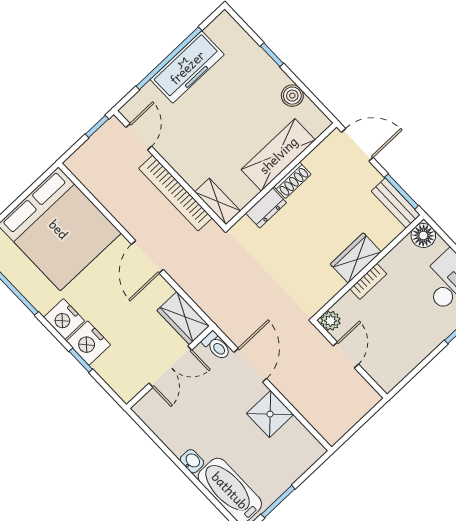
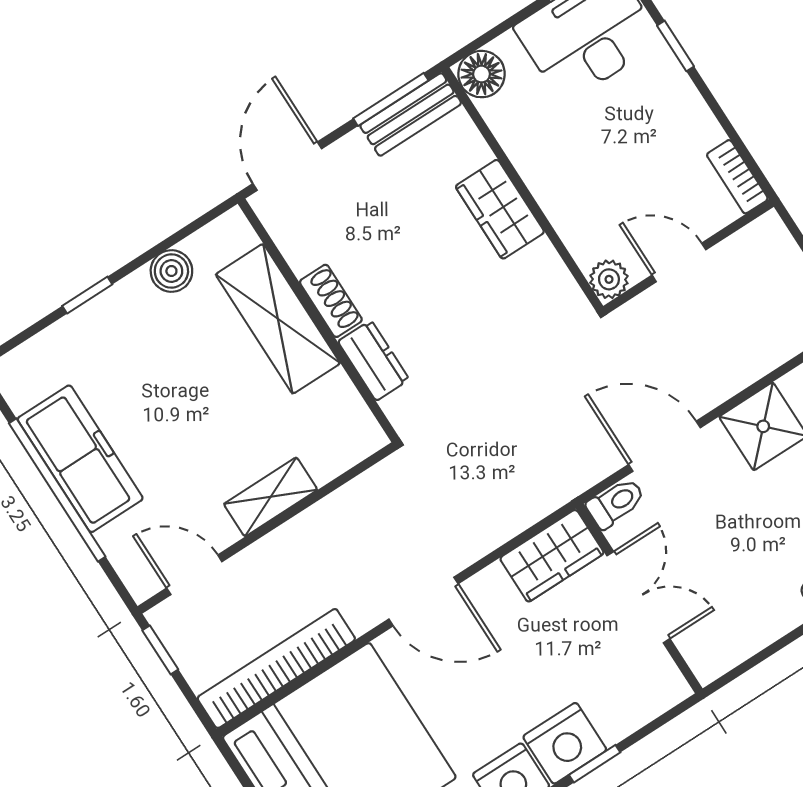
bookcase: (175, 193) -> (276, 669), moved, turned 180
shelving: (218, 201) -> (271, 497), moved
bookcase: (368, 281) -> (737, 177), moved, turned 180

